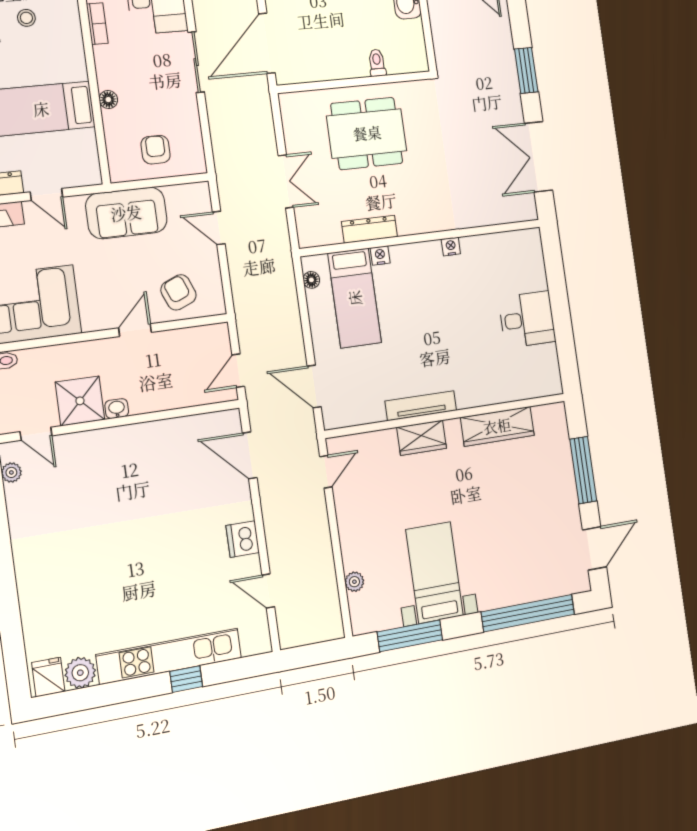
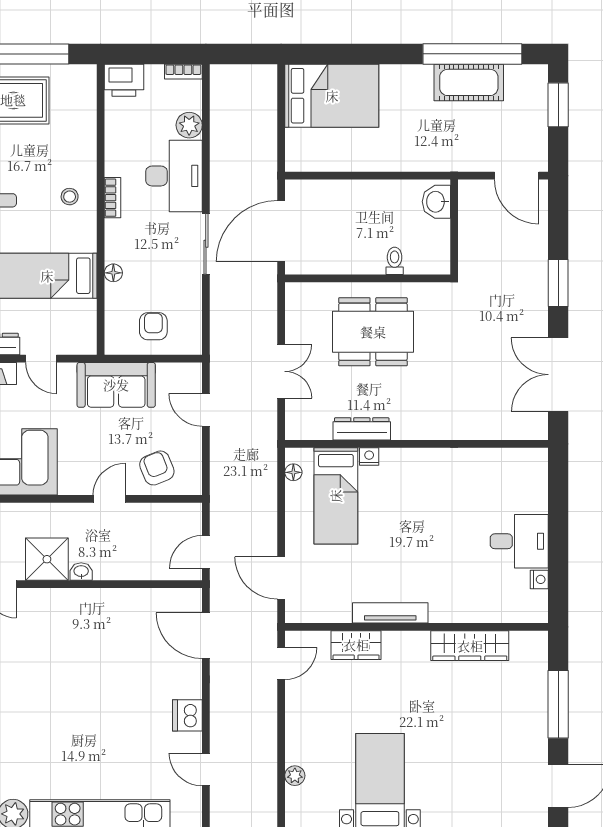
stool: (26, 18) -> (70, 197), moved
nightstand: (451, 247) -> (539, 579), moved, turned 90
wardrobe: (422, 438) -> (356, 645), moved

